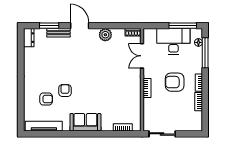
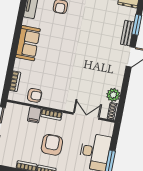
plant: (105, 35) -> (113, 95), moved
armchair: (65, 91) -> (35, 95), moved
filing cabinet: (150, 104) -> (34, 115), added

